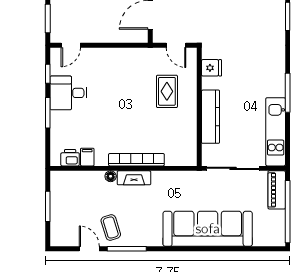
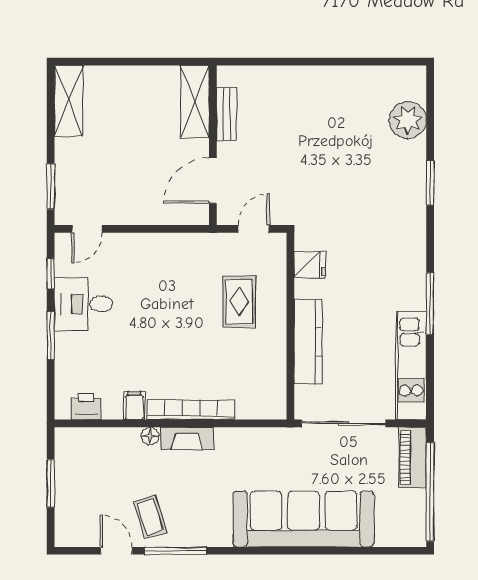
door: (176, 45) -> (254, 229), swing flipped
filing cabinet: (87, 157) -> (134, 406), moved

